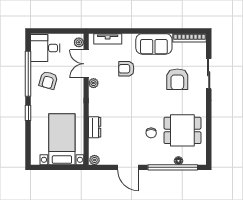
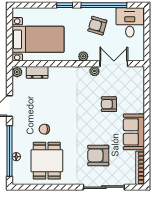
tv unit: (108, 39) -> (139, 85), removed
plant: (79, 42) -> (83, 56), moved
armchair: (126, 69) -> (109, 104), turned -90
sliding door: (209, 74) -> (104, 187), width x1.37
dresser: (95, 127) -> (37, 72), moved

